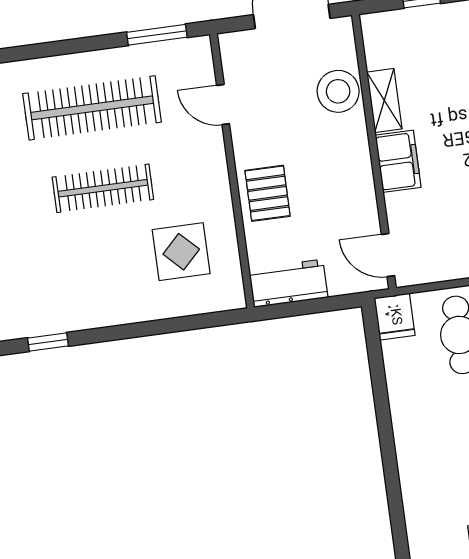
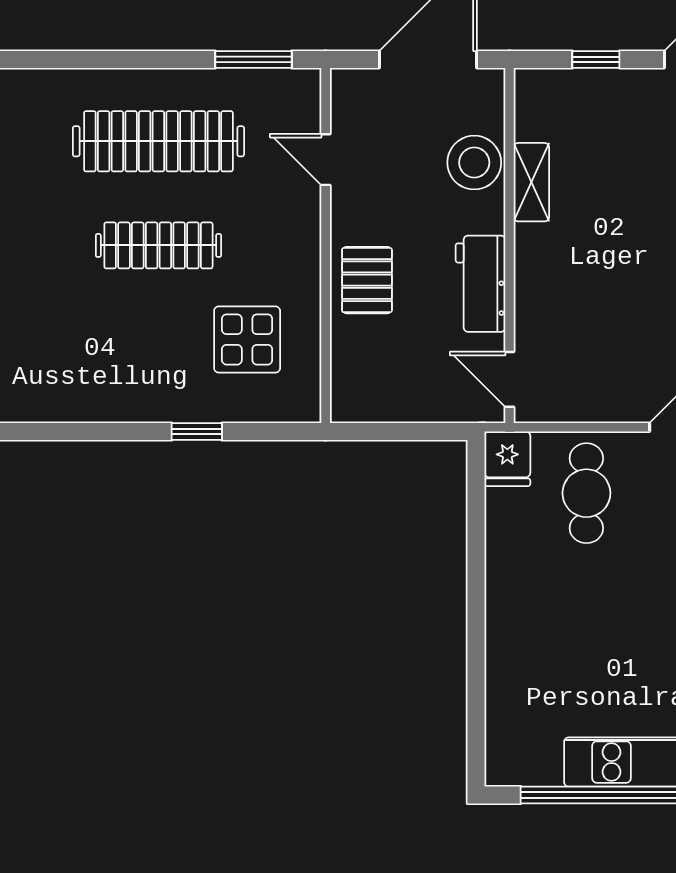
filing cabinet: (398, 161) -> (538, 262), removed
workbench: (288, 283) -> (481, 284), moved, turned -90
window: (48, 342) -> (197, 431), moved

